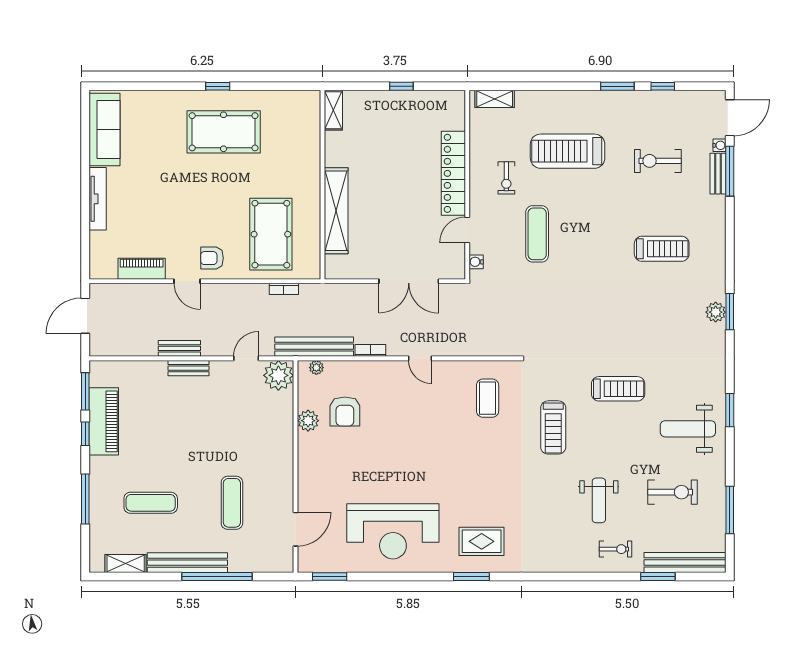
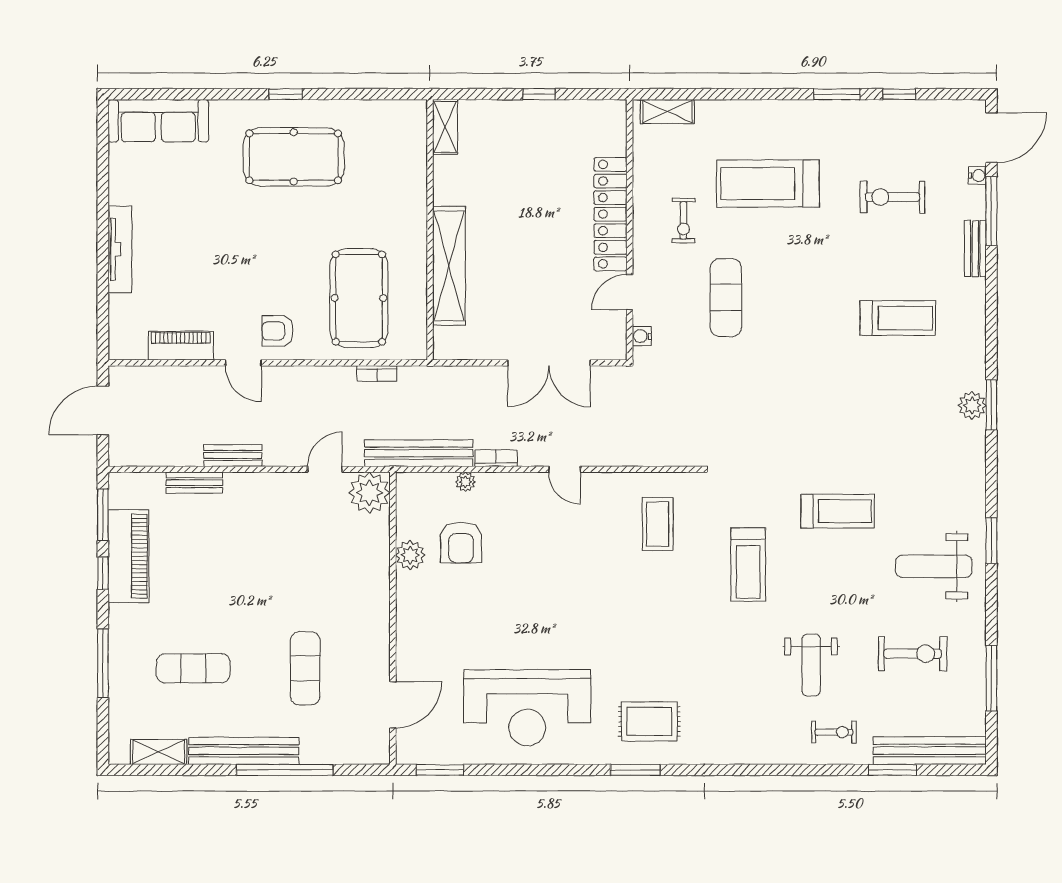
sofa: (104, 130) -> (158, 121), moved, turned 90
bench: (718, 174) -> (975, 249), moved
bench: (188, 368) -> (194, 483), moved
plant: (316, 368) -> (465, 482), moved

